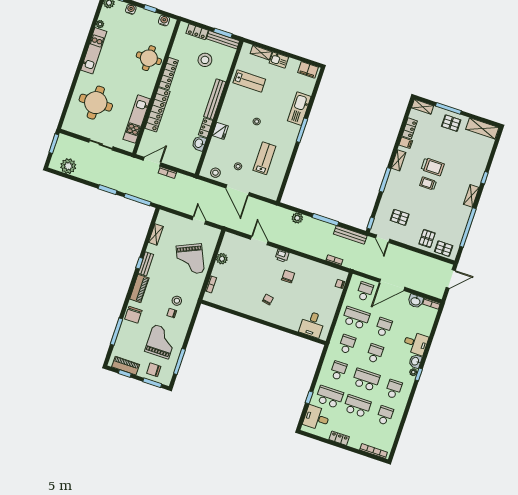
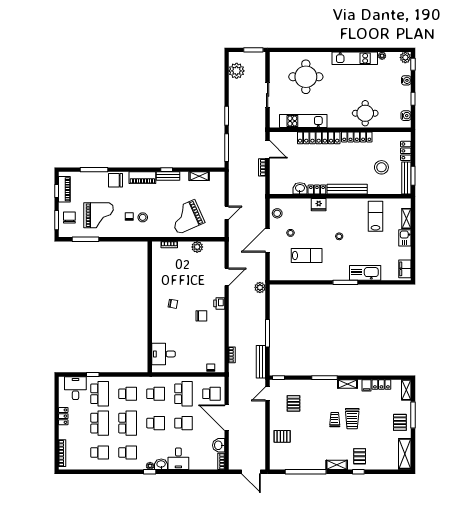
lab bench: (249, 81) -> (376, 216), turned 180
plant: (297, 218) -> (260, 287), moved
pallet: (444, 249) -> (360, 456), moved

